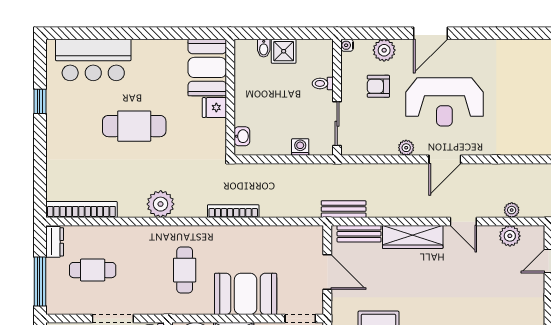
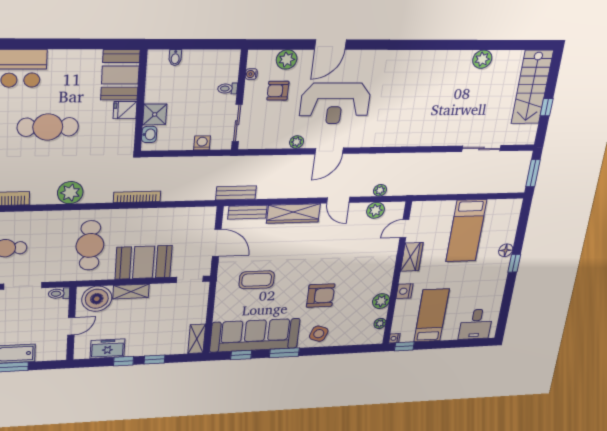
water cooler: (347, 45) -> (251, 74), moved
shower: (284, 51) -> (155, 114), moved
cafe table: (185, 270) -> (90, 245), width x1.37, depth x1.35

